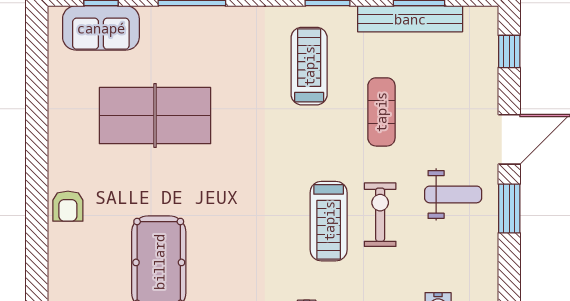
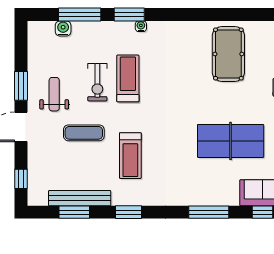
treadmill: (309, 66) -> (130, 156), moved
exercise mat: (381, 112) -> (84, 133), moved, turned 90
weight bench: (453, 194) -> (54, 94), turned 90

